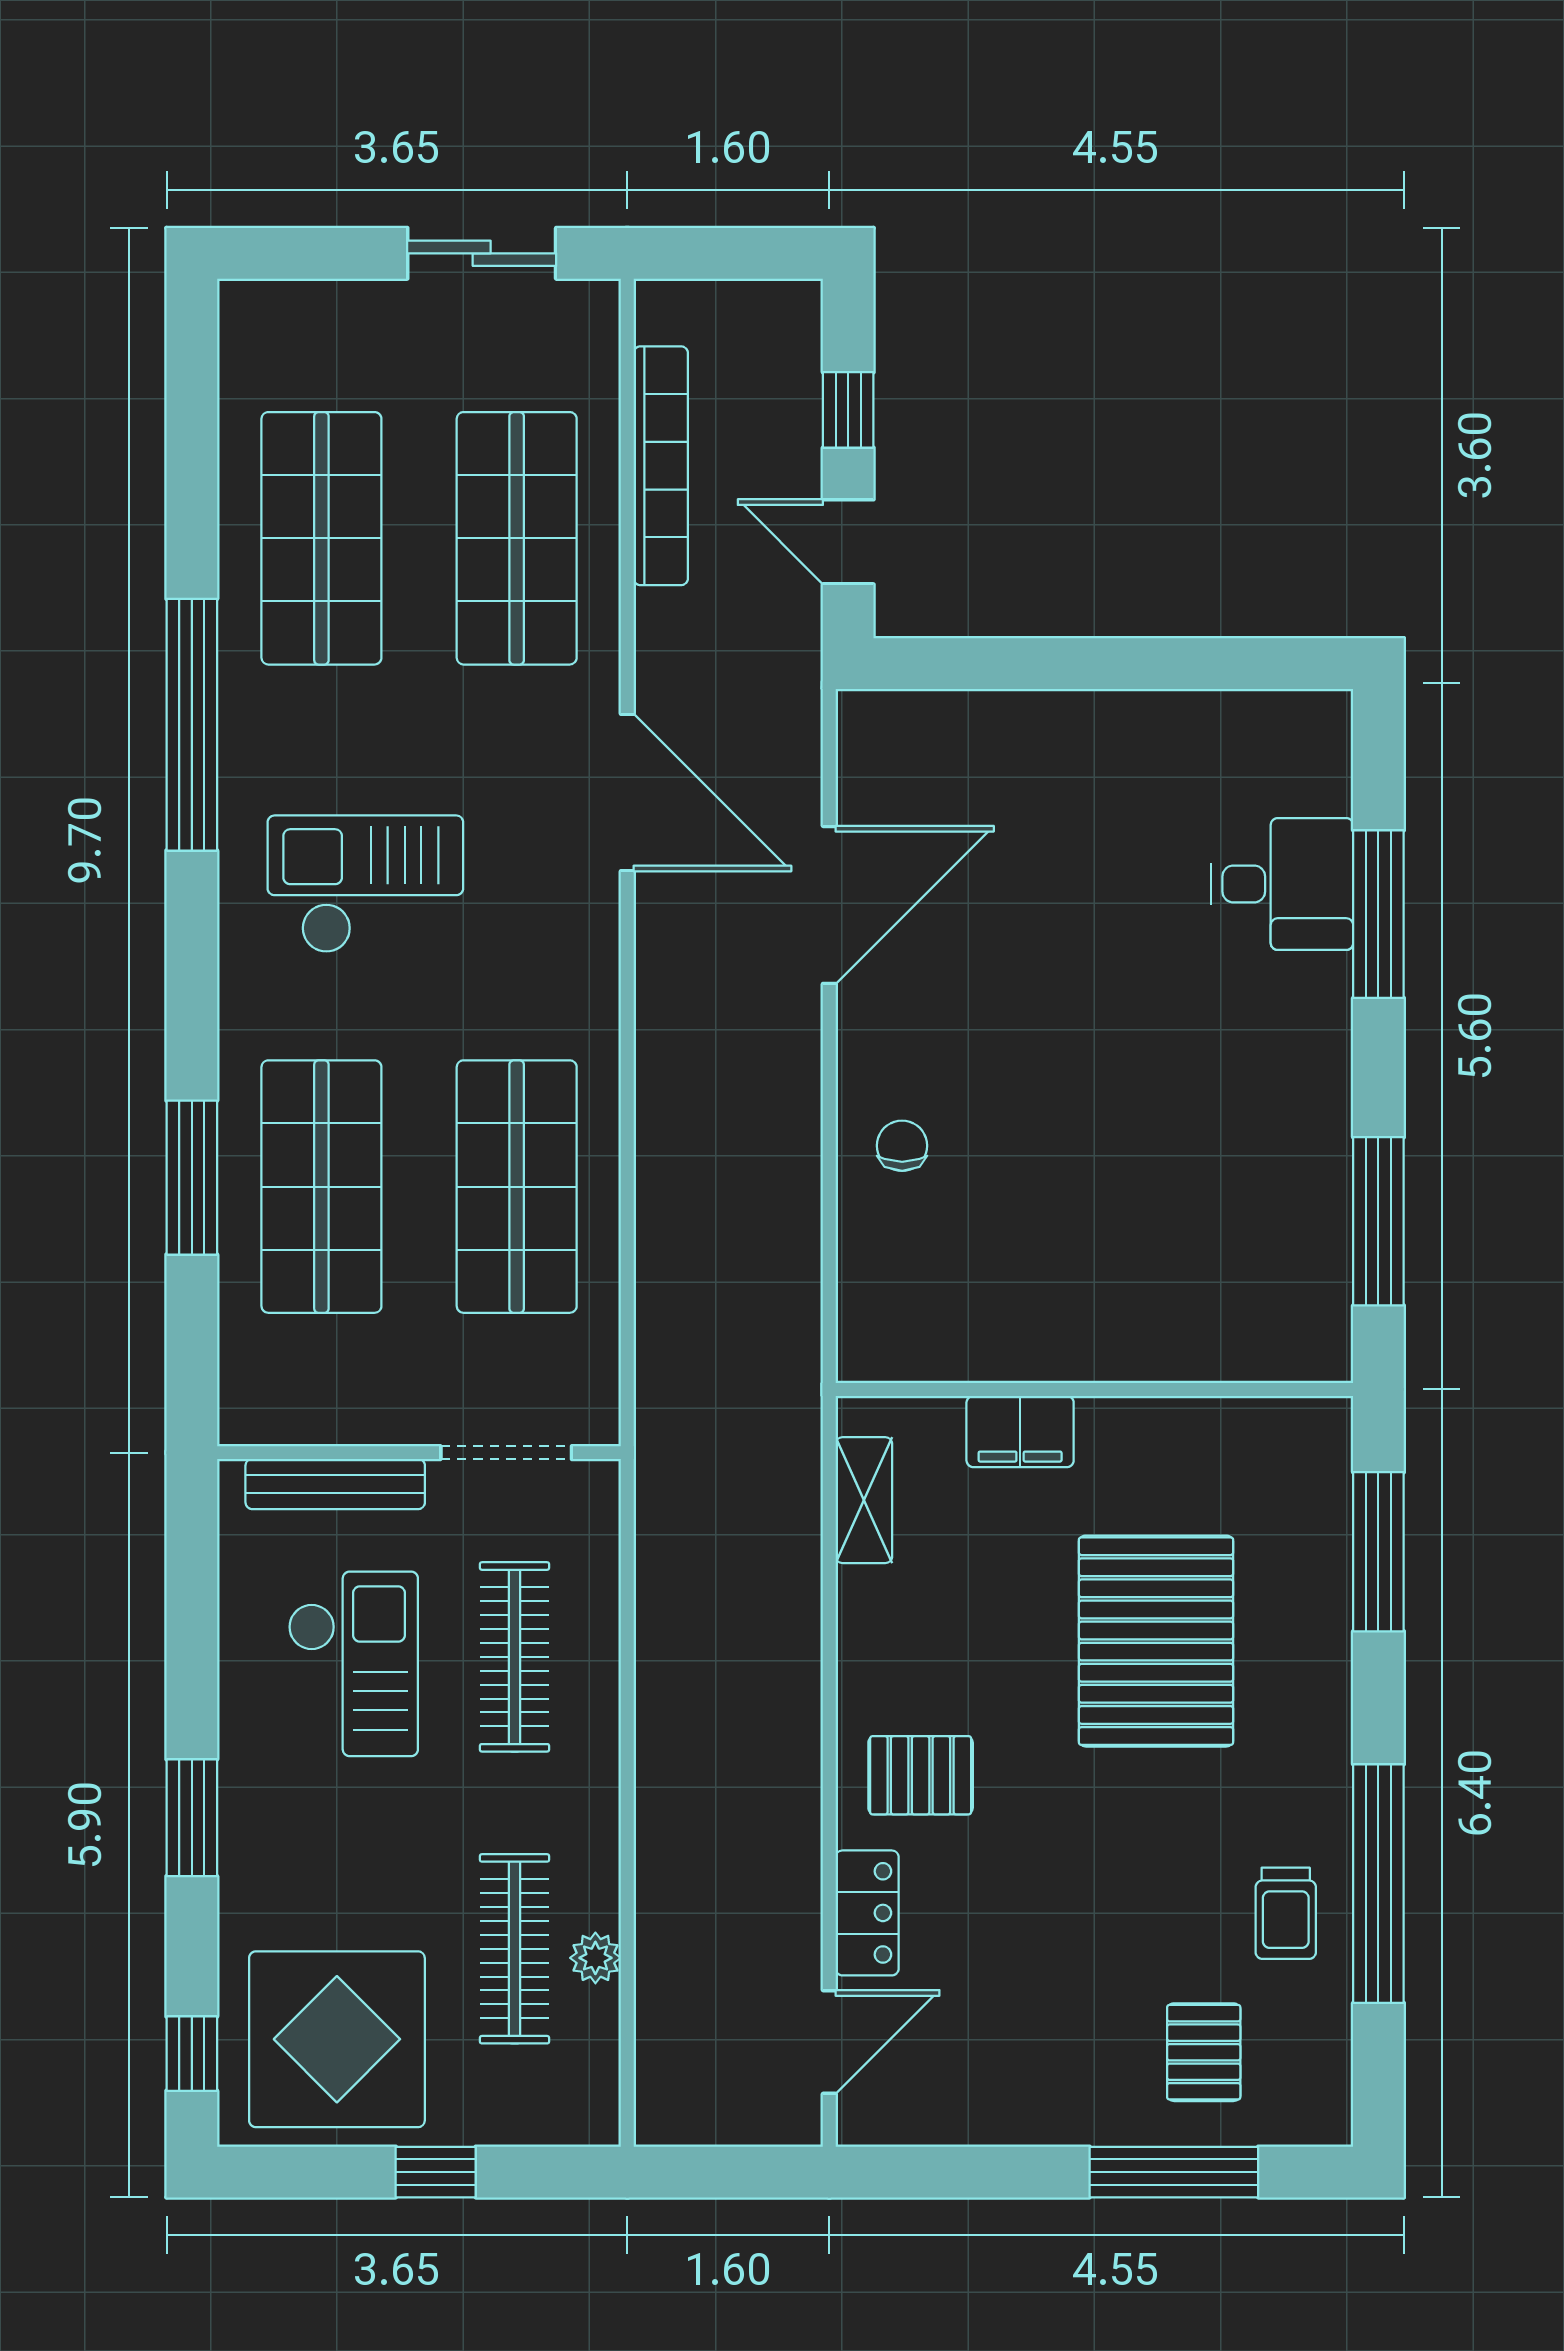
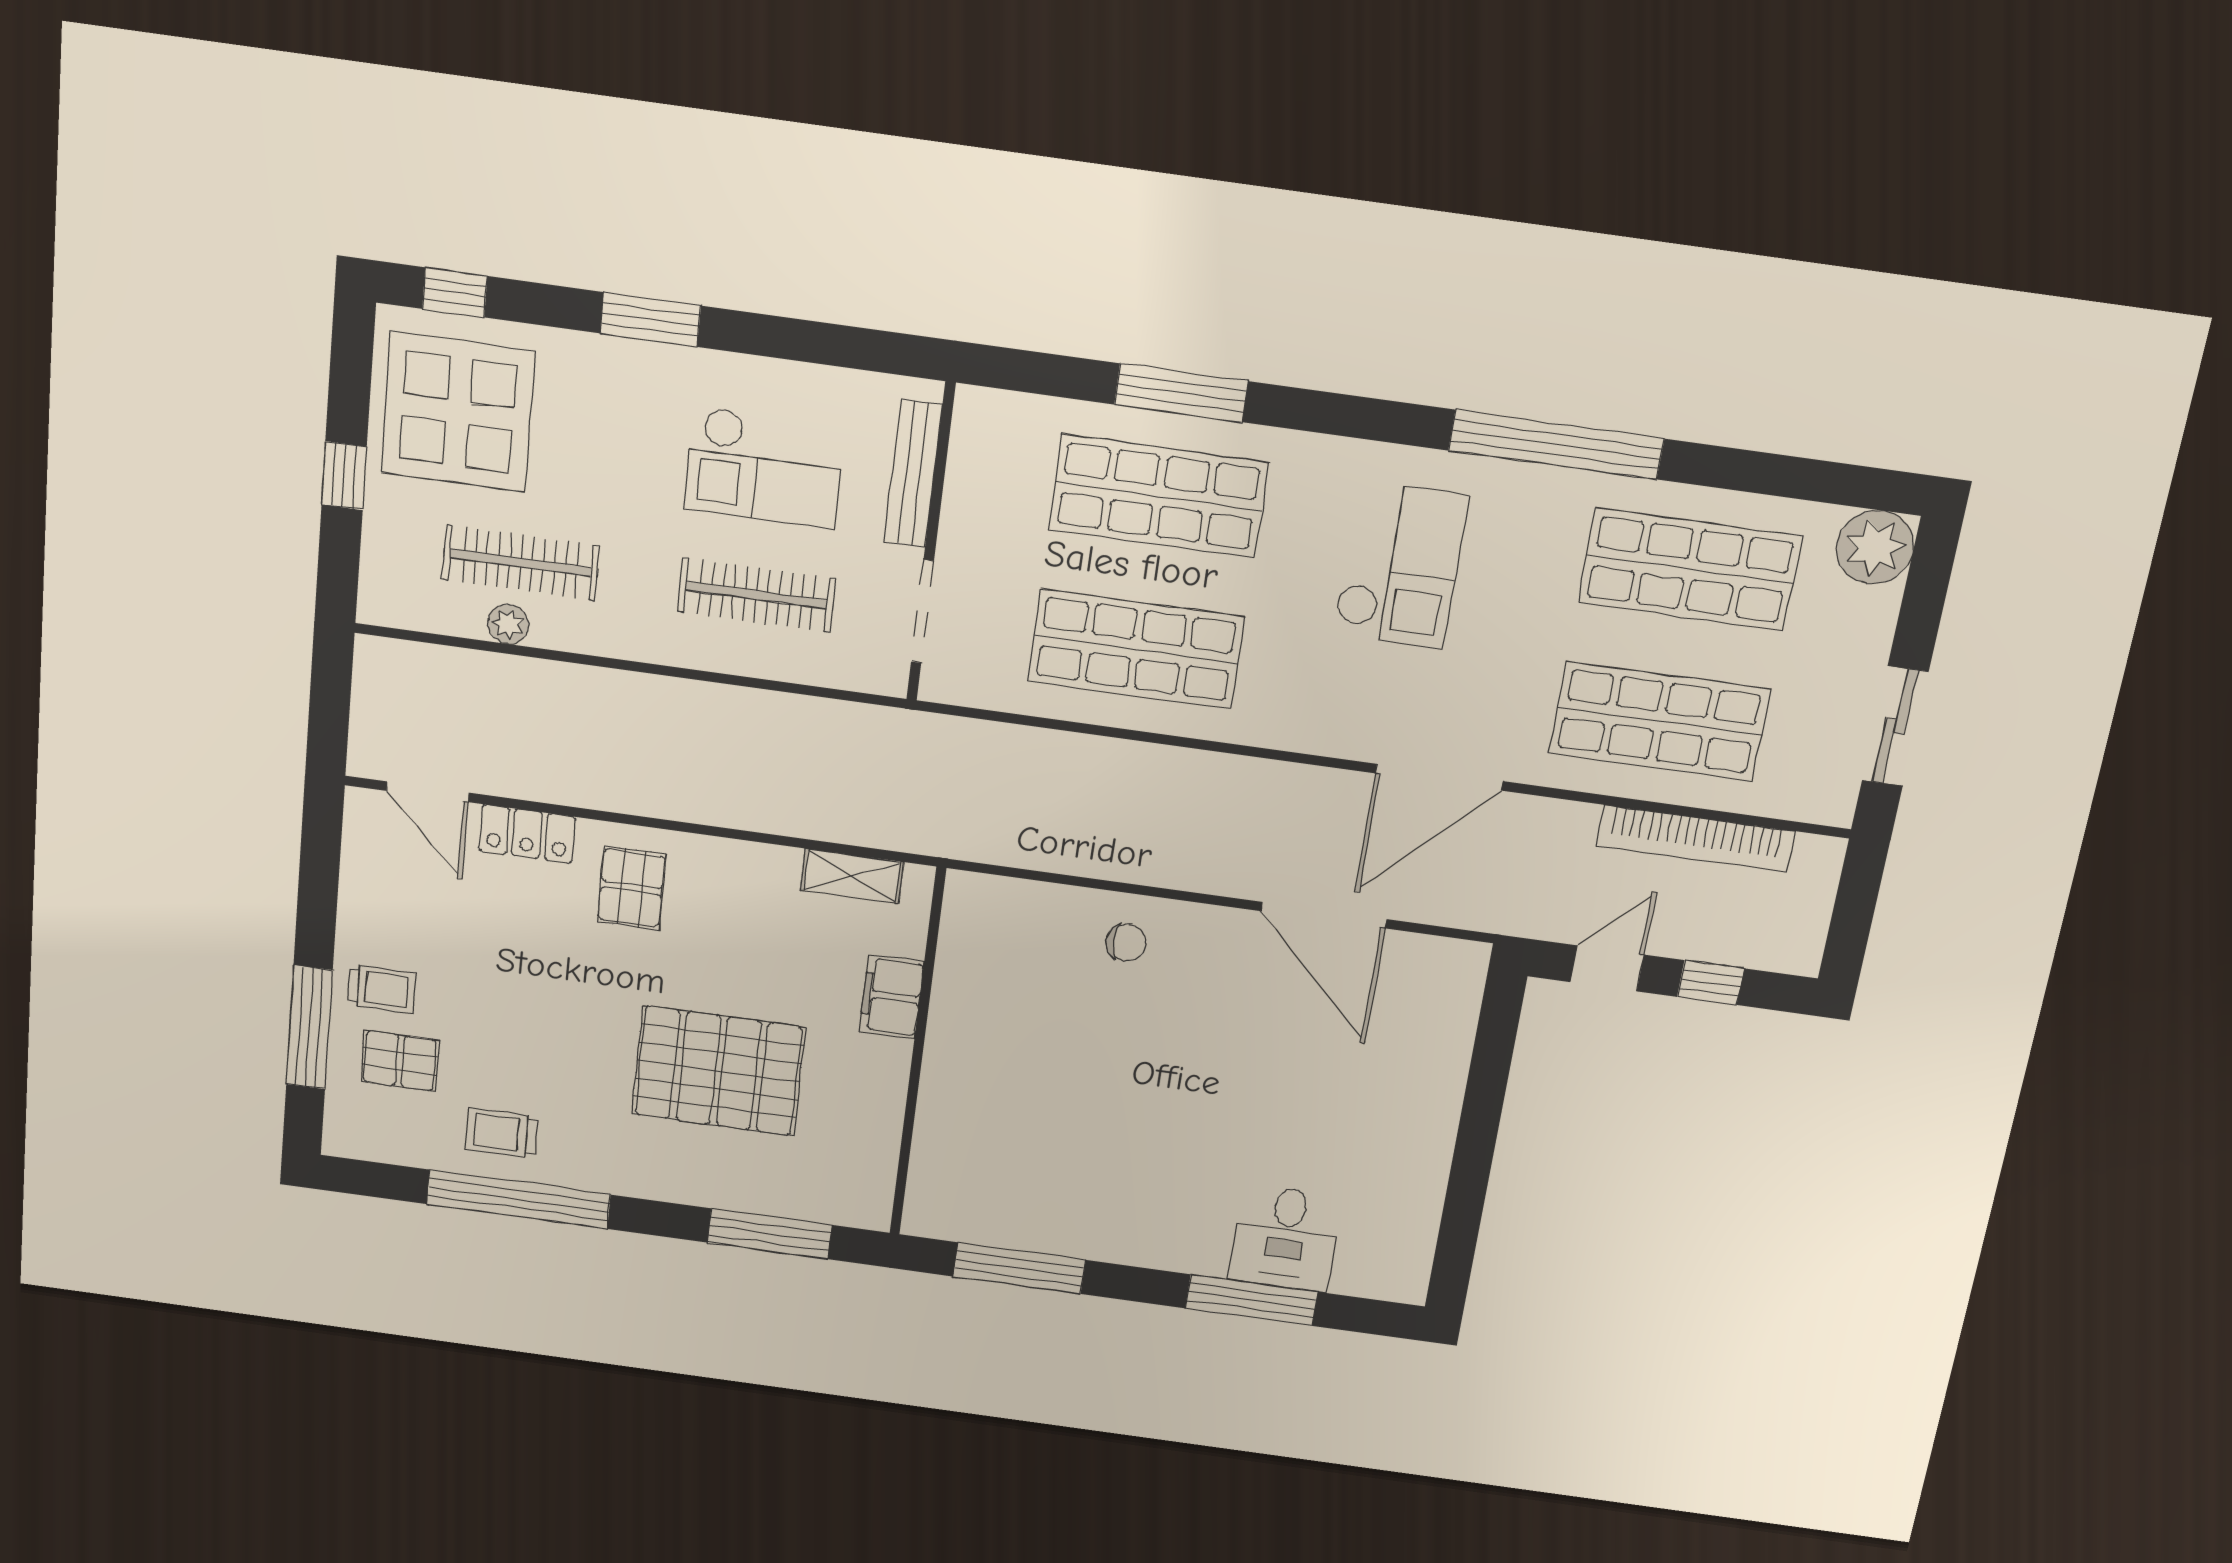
plant: (263, 324) -> (1875, 547), added
trolley: (1106, 2082) -> (382, 989), added

